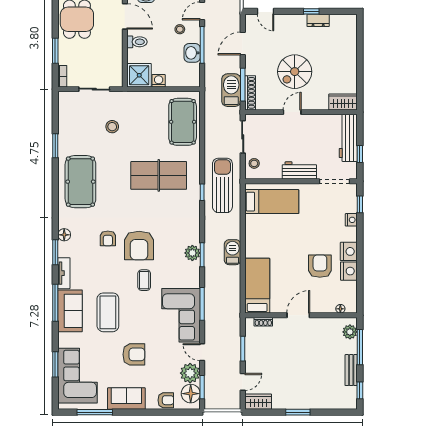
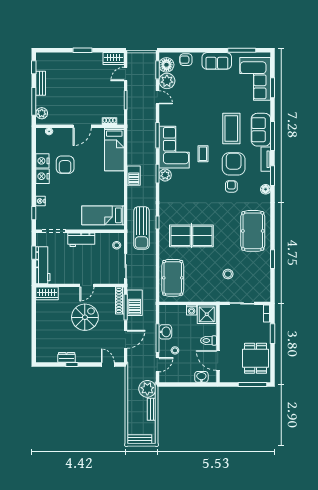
armchair: (139, 246) -> (234, 164), moved
corner sofa: (181, 315) -> (174, 147), moved
armchair: (134, 354) -> (211, 96), removed

